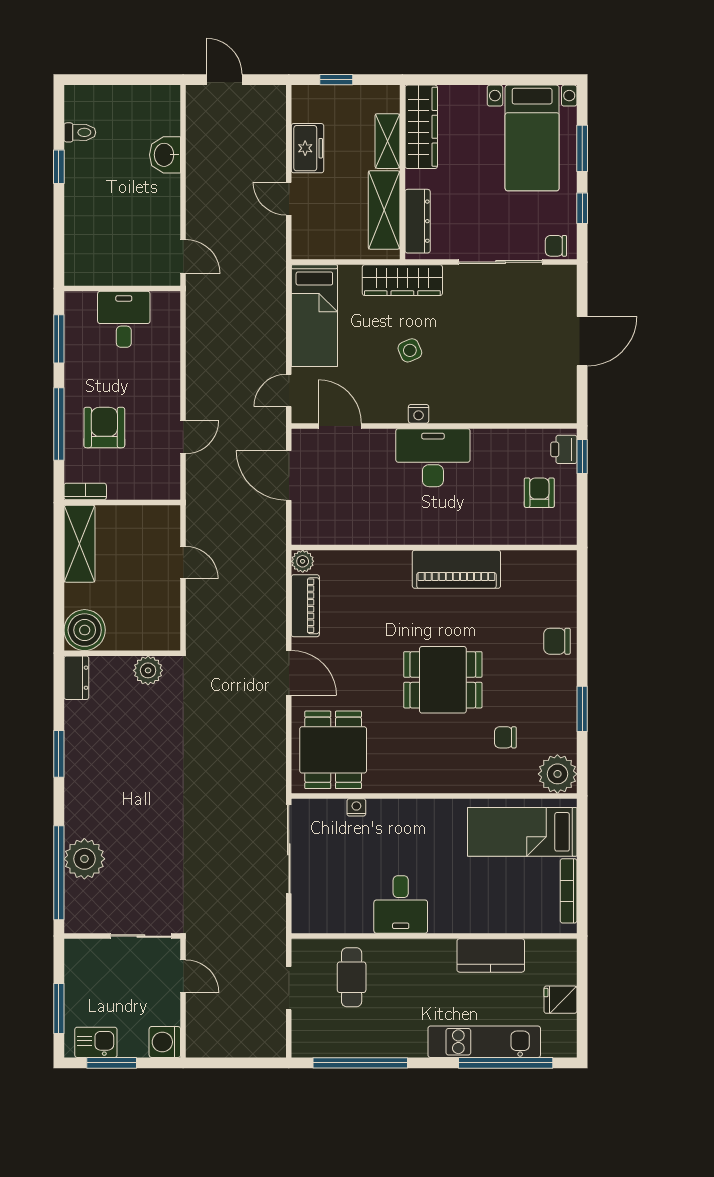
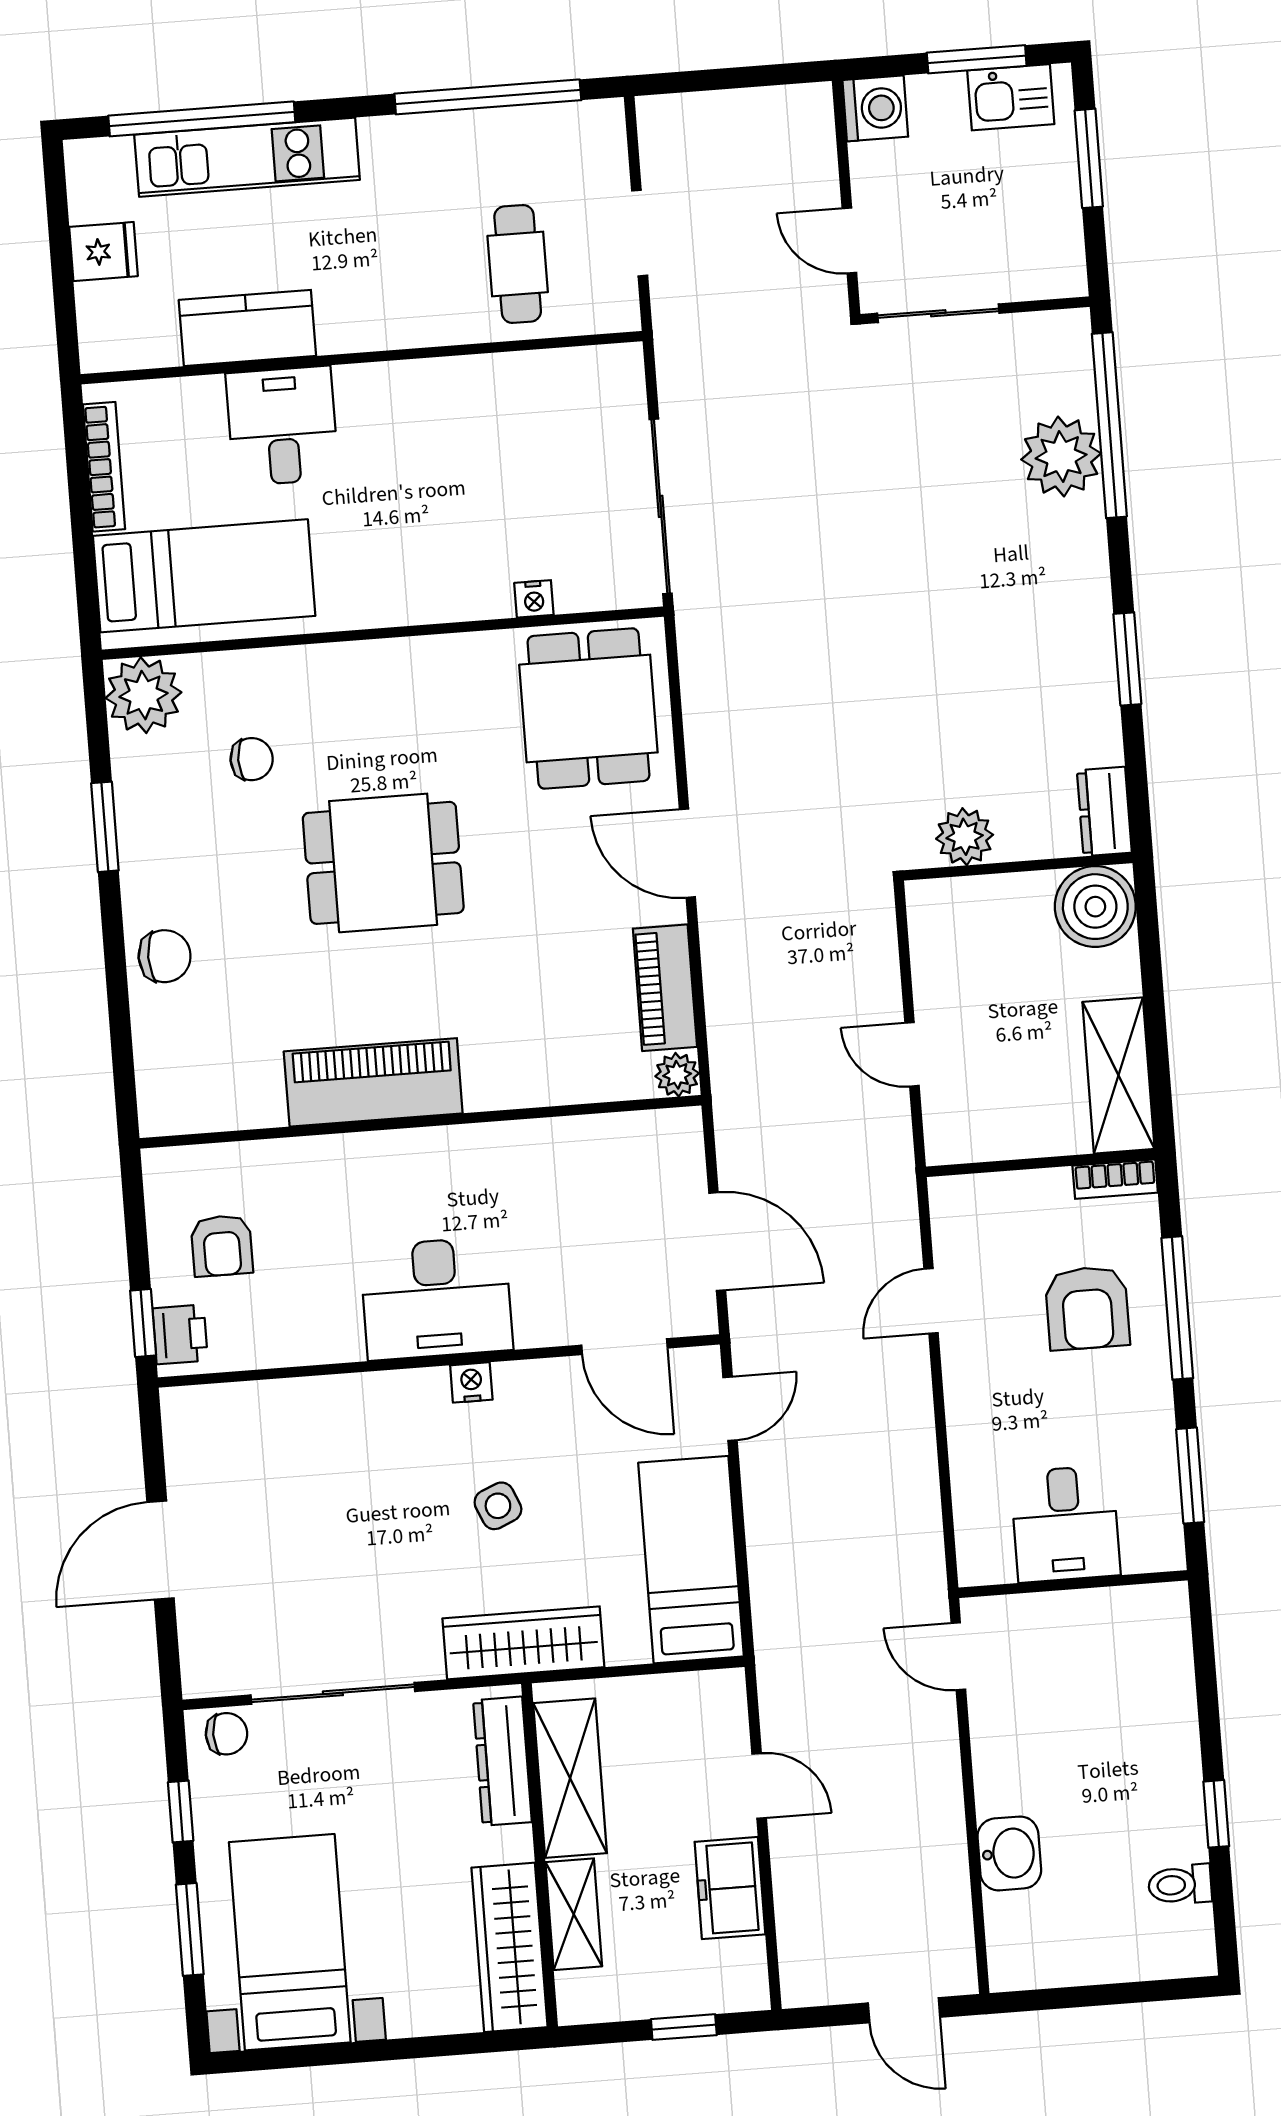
desk: (401, 905) -> (282, 426), moved

